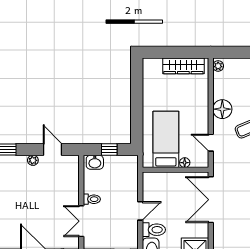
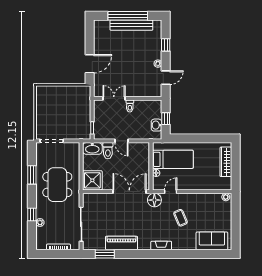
wardrobe: (183, 66) -> (226, 162), moved
floor lamp: (222, 109) -> (154, 200), moved
washbasin: (95, 162) -> (156, 125), moved

